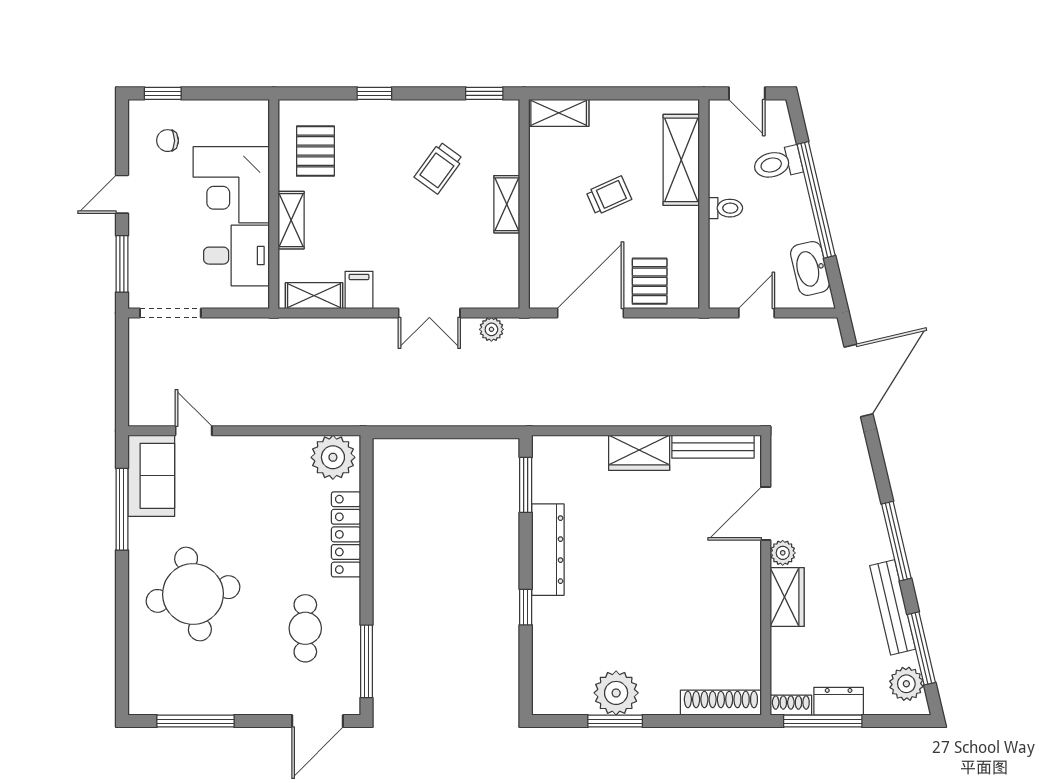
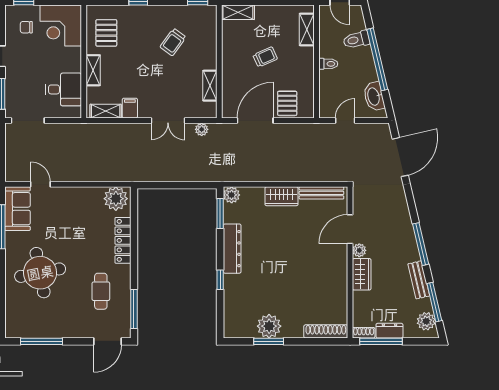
shelving: (681, 160) -> (307, 29), width x0.67, depth x0.75
corner desk: (231, 185) -> (61, 25), moved
shelving: (507, 204) -> (210, 86), moved
plant: (547, 450) -> (232, 195), added
bench: (893, 607) -> (419, 280), width x0.73

